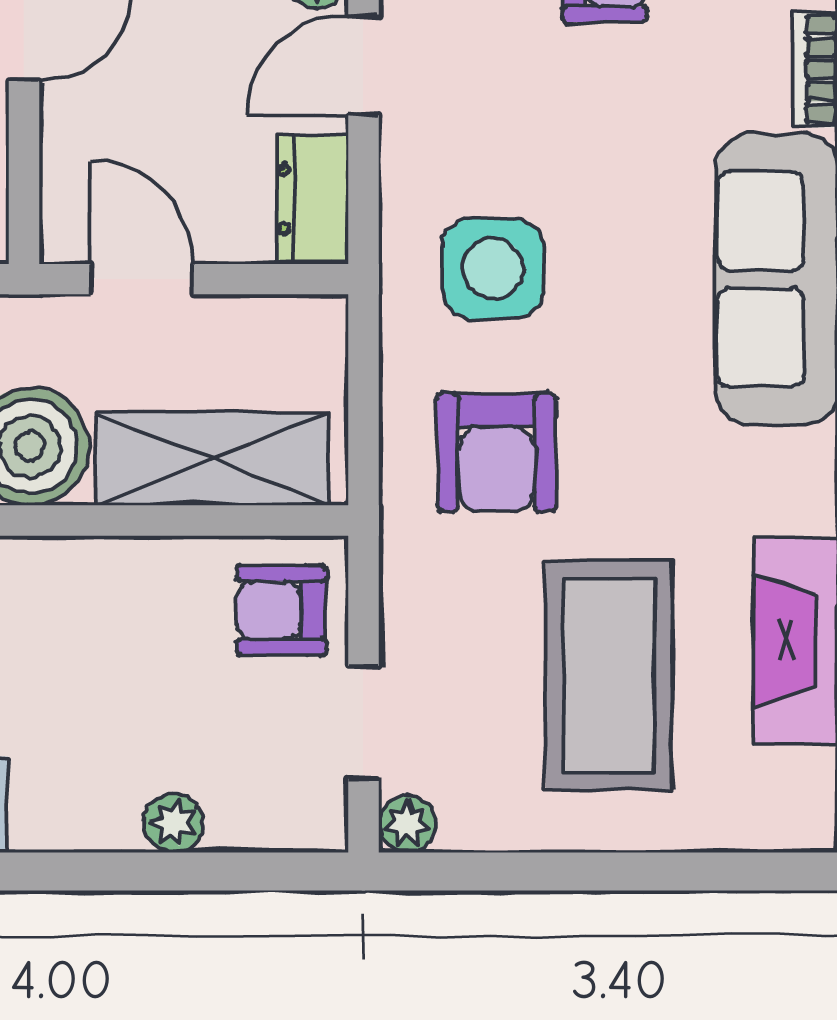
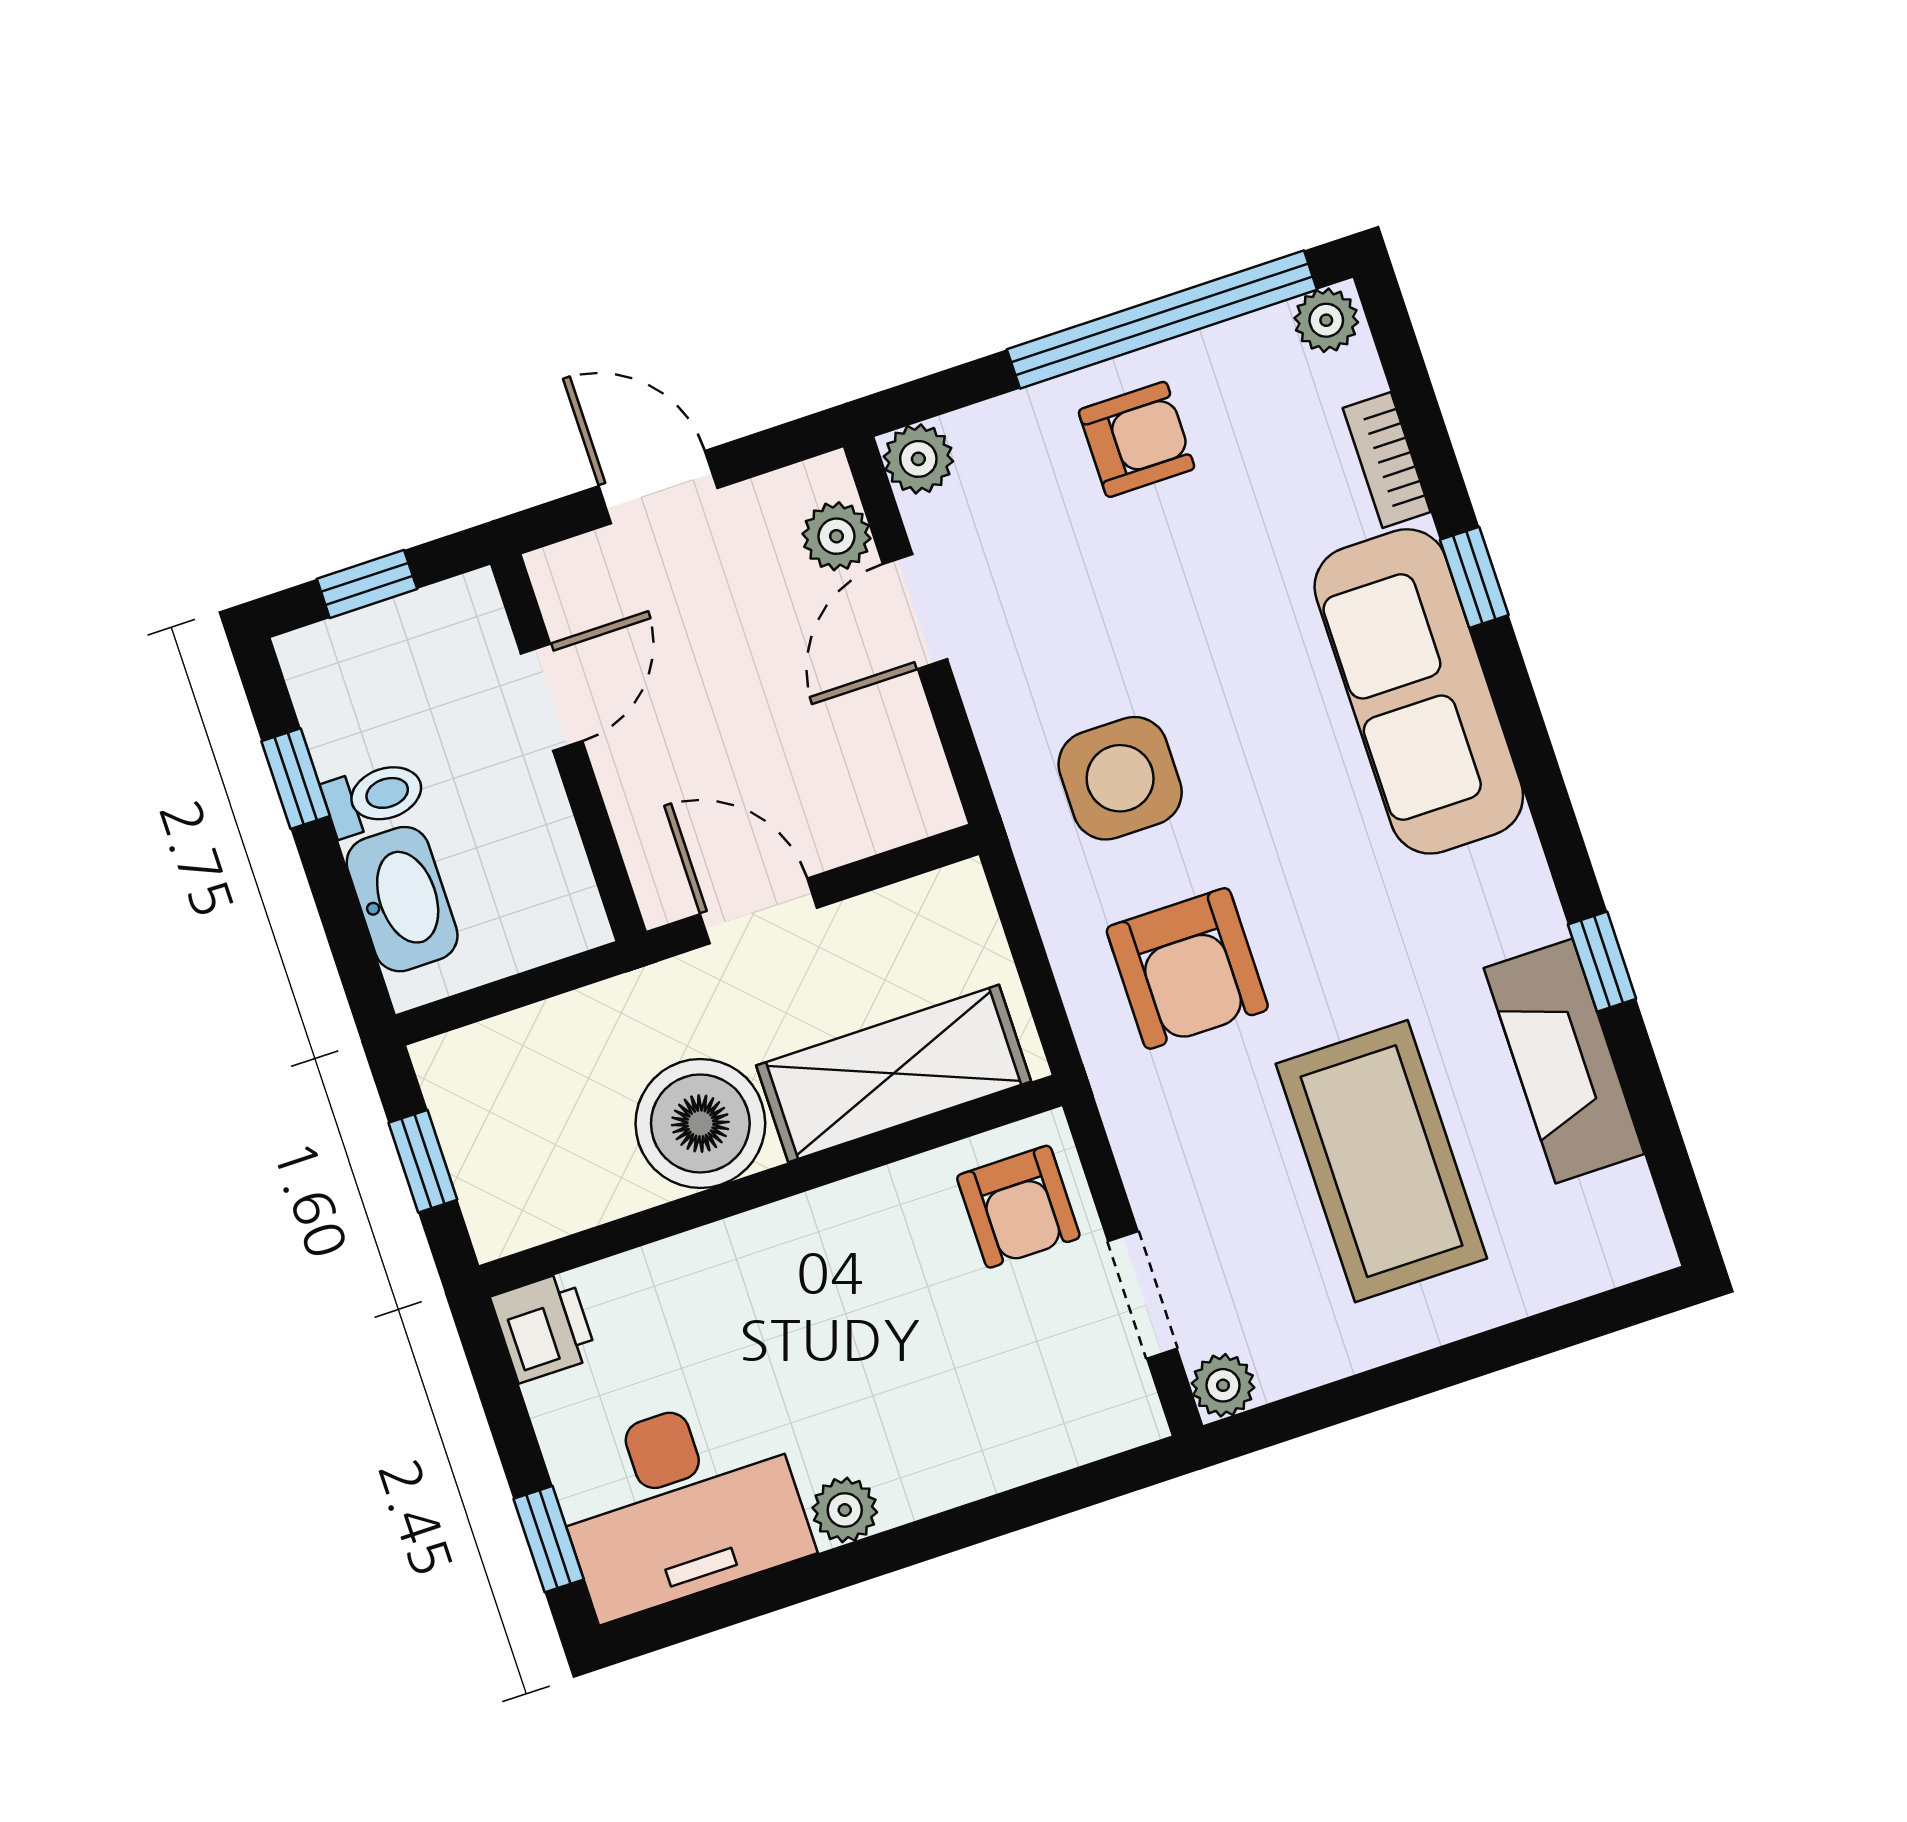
dresser: (312, 199) -> (908, 769), removed
armchair: (281, 610) -> (1018, 1207), turned -90
plant: (174, 823) -> (845, 1510), moved

